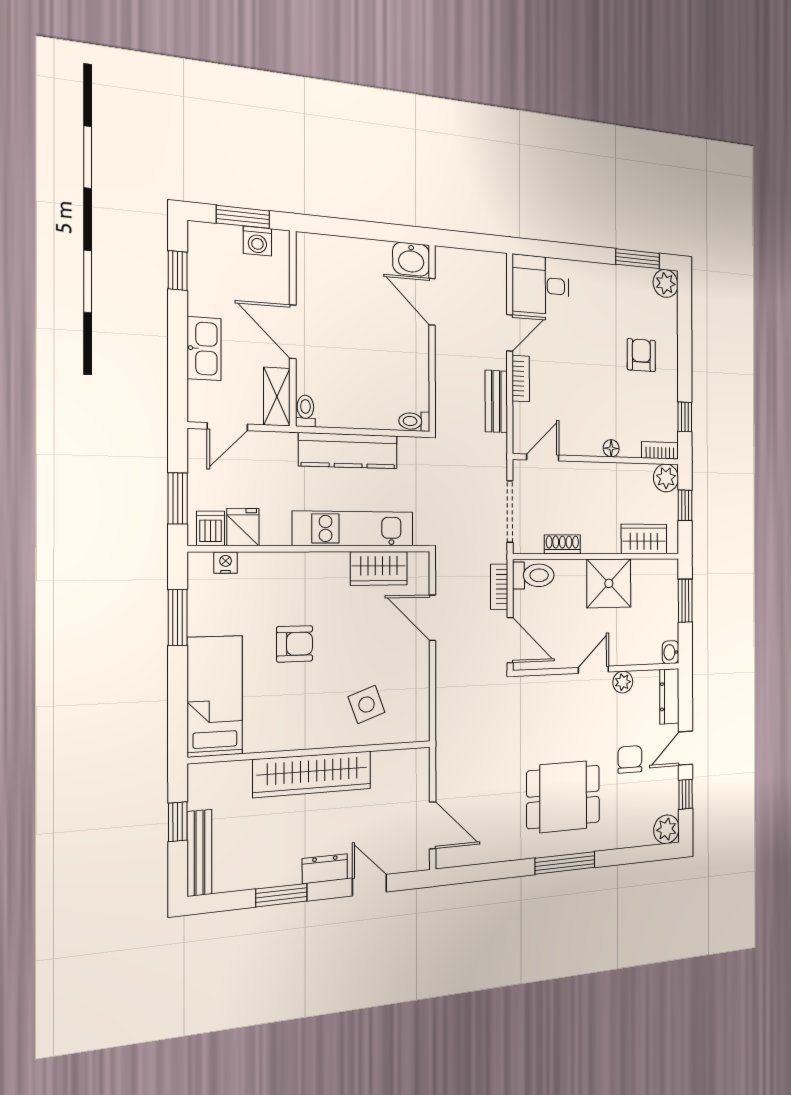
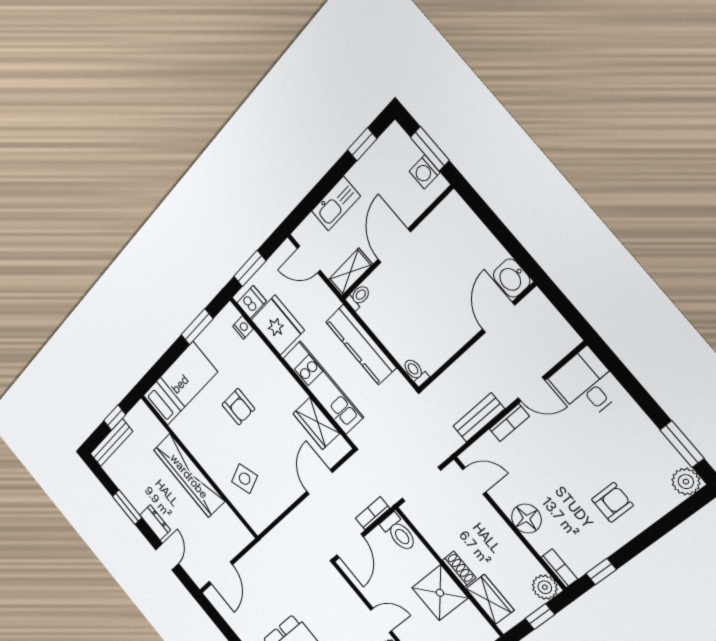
floor lamp: (611, 448) -> (526, 519), width x1.89, depth x1.89
fridge: (243, 527) -> (278, 325), width x1.88, depth x1.34
shoe rack: (562, 544) -> (459, 569), moved

